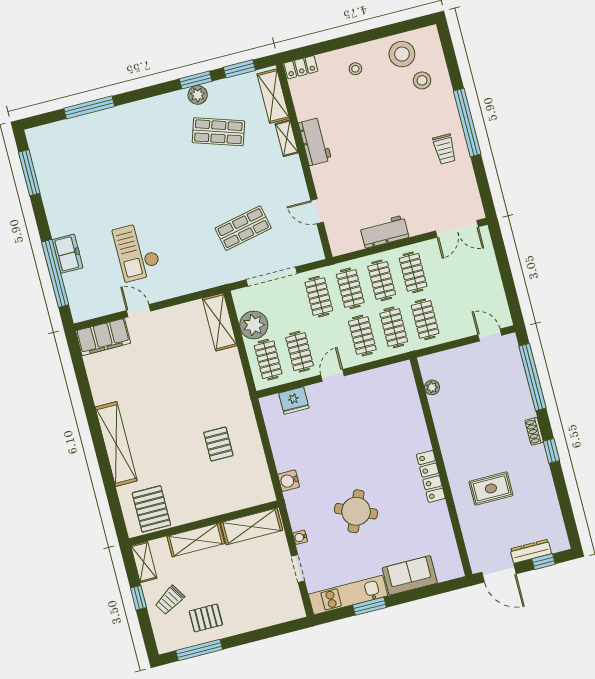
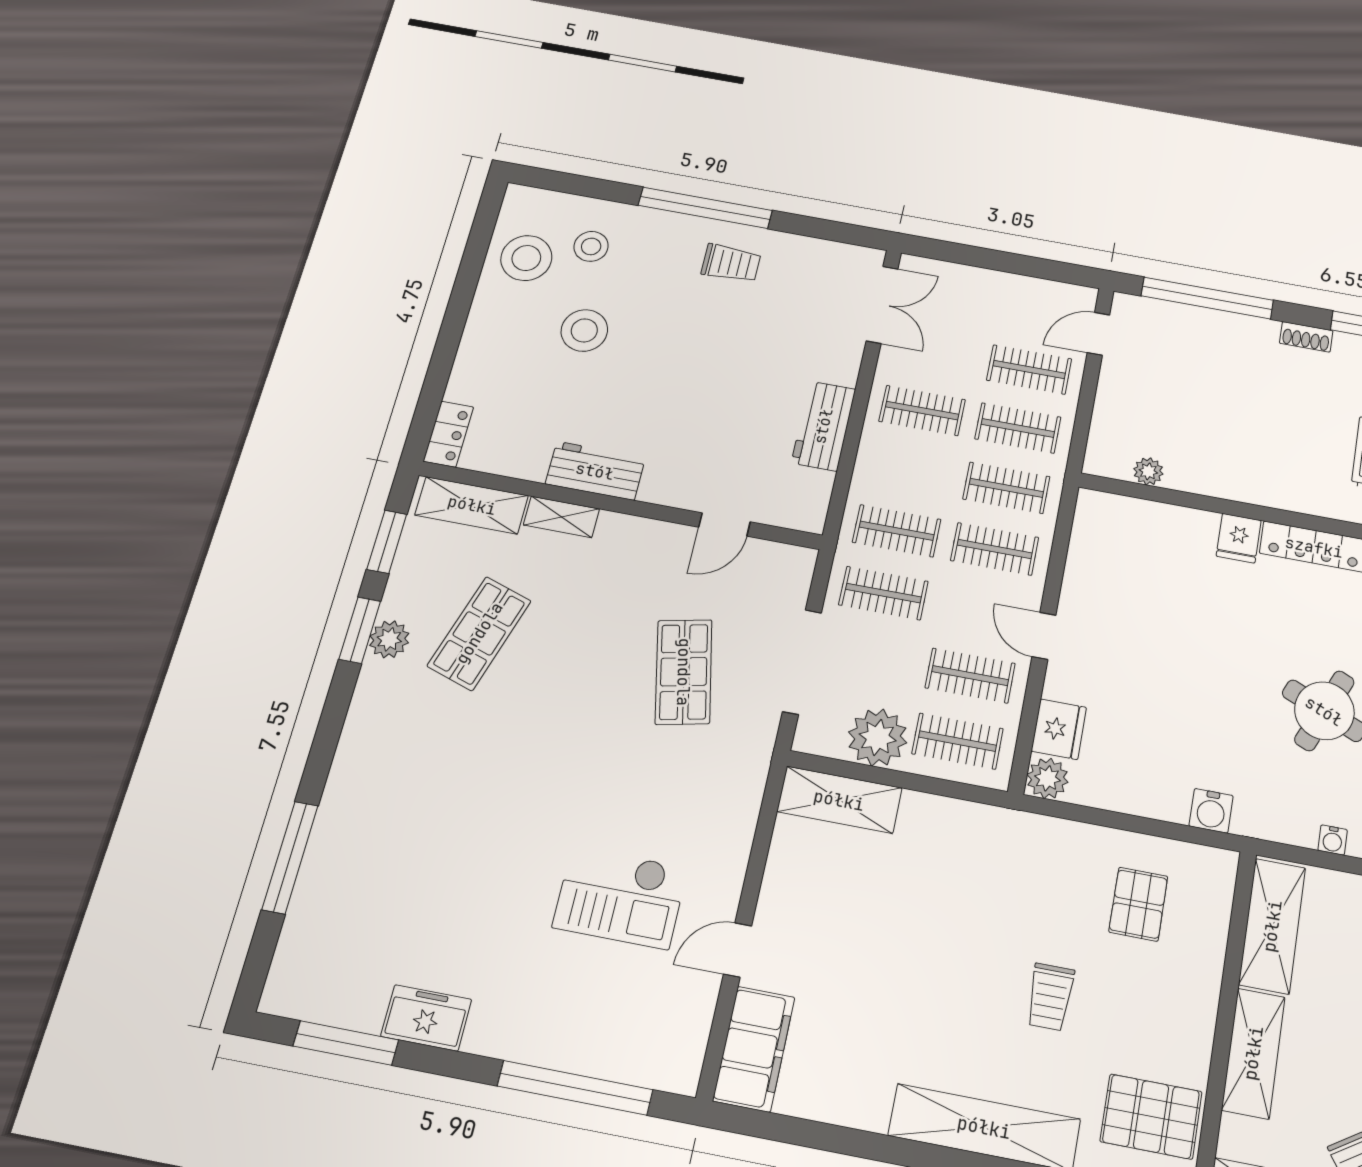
stool: (355, 69) -> (584, 330), moved, width x1.89, depth x1.89
freezer: (68, 254) -> (426, 1018), moved
clothes rail: (382, 280) -> (1029, 370), moved
plant: (270, 405) -> (1047, 778), added
fridge: (419, 441) -> (1239, 538), added
pallet: (218, 444) -> (1138, 904), moved, turned 90
trolley: (180, 447) -> (1050, 997), added

